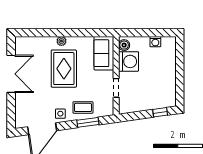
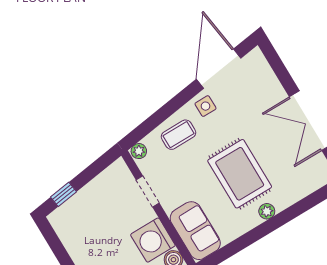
plant: (108, 111) -> (139, 151), added
window: (88, 122) -> (159, 117), removed

